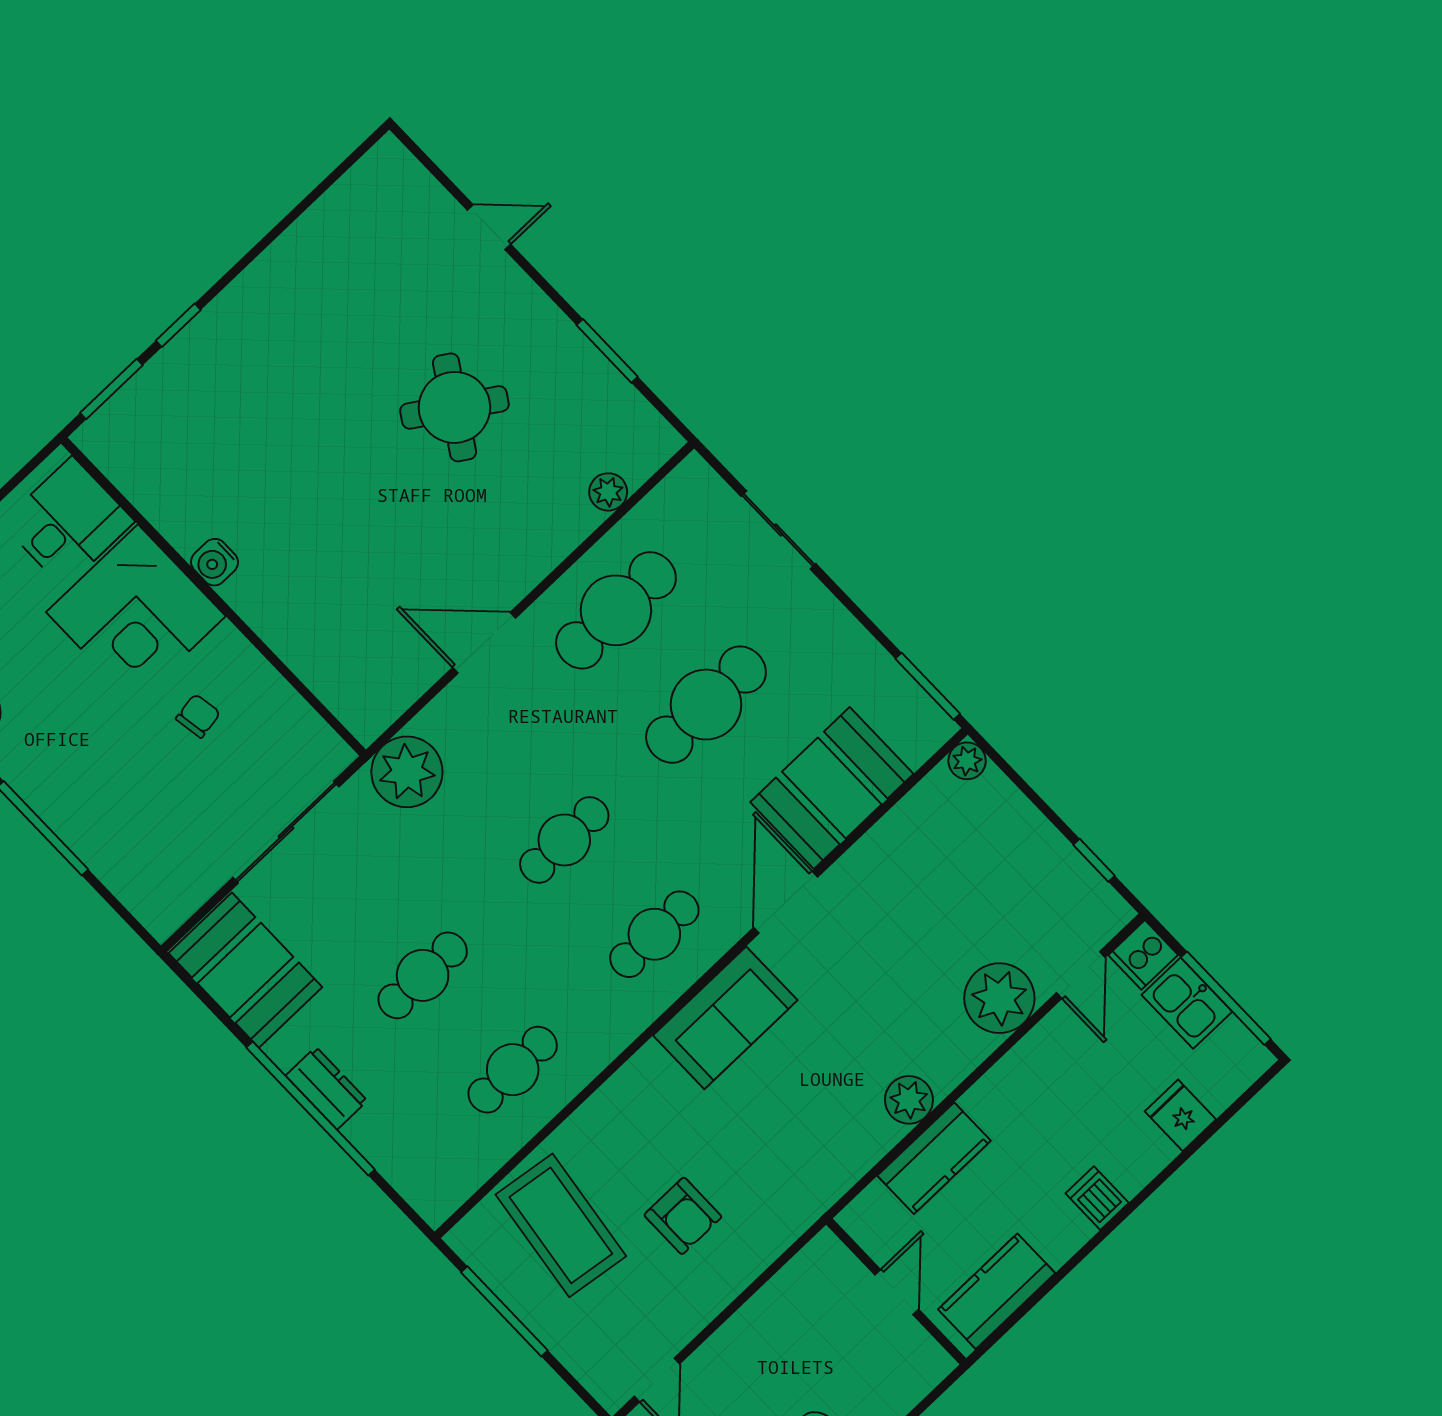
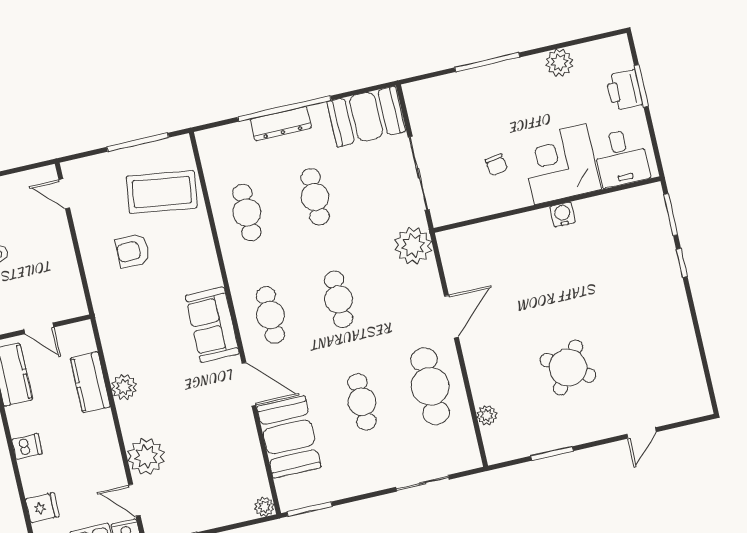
cafe table: (706, 705) -> (362, 402), width x0.73, depth x0.74
dresser: (326, 1088) -> (281, 124), width x1.44

